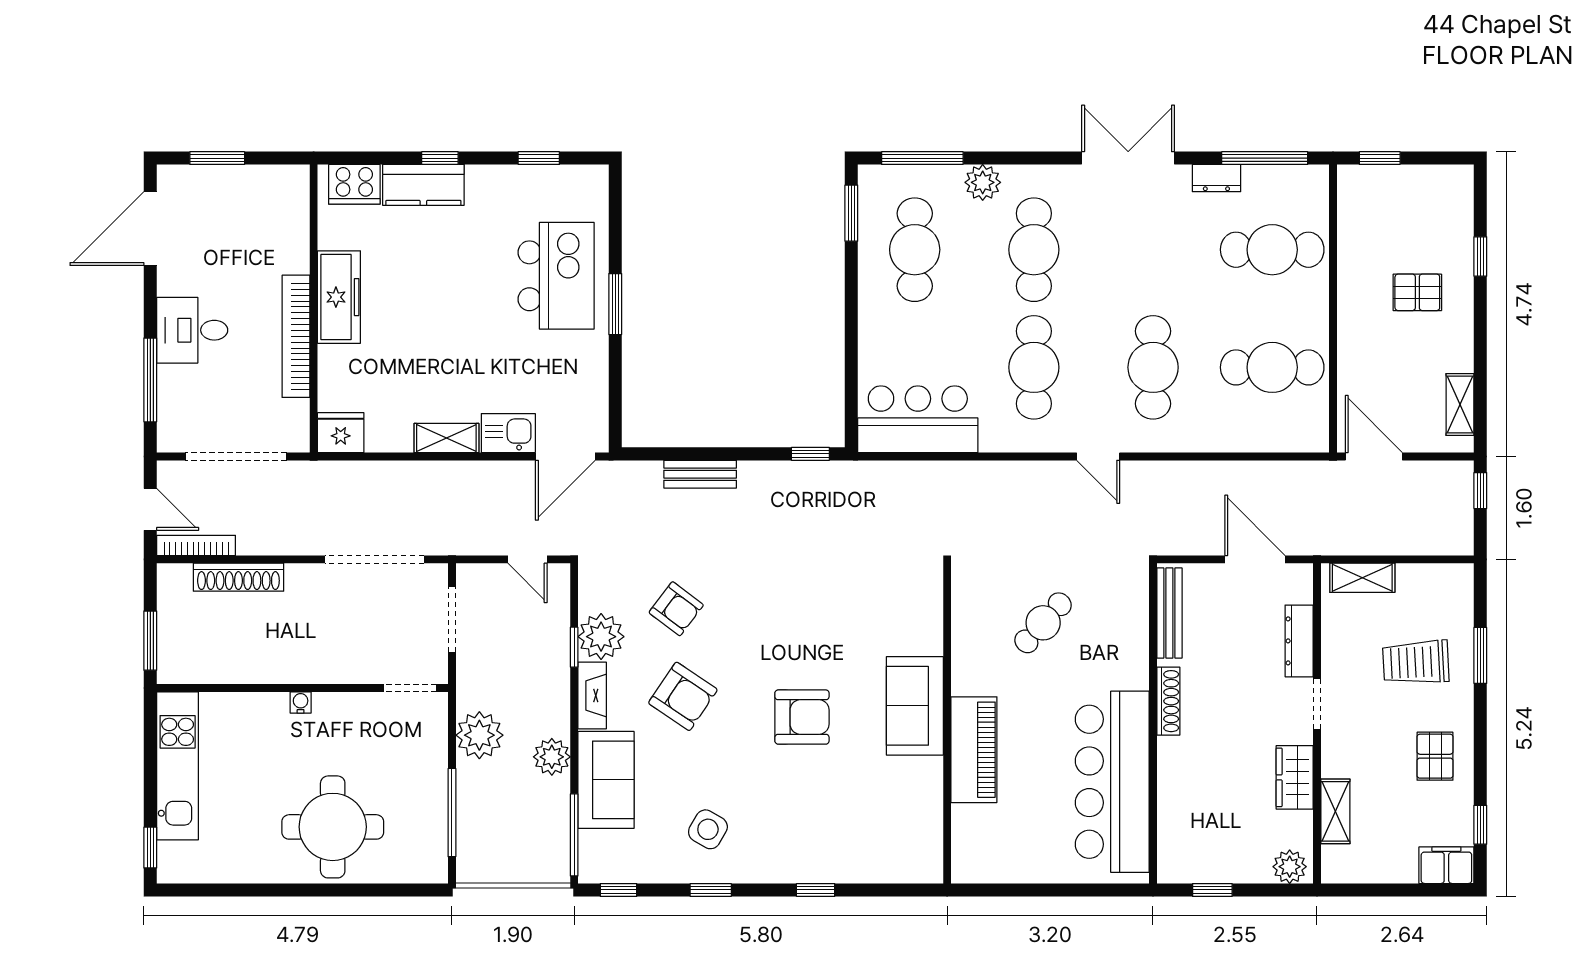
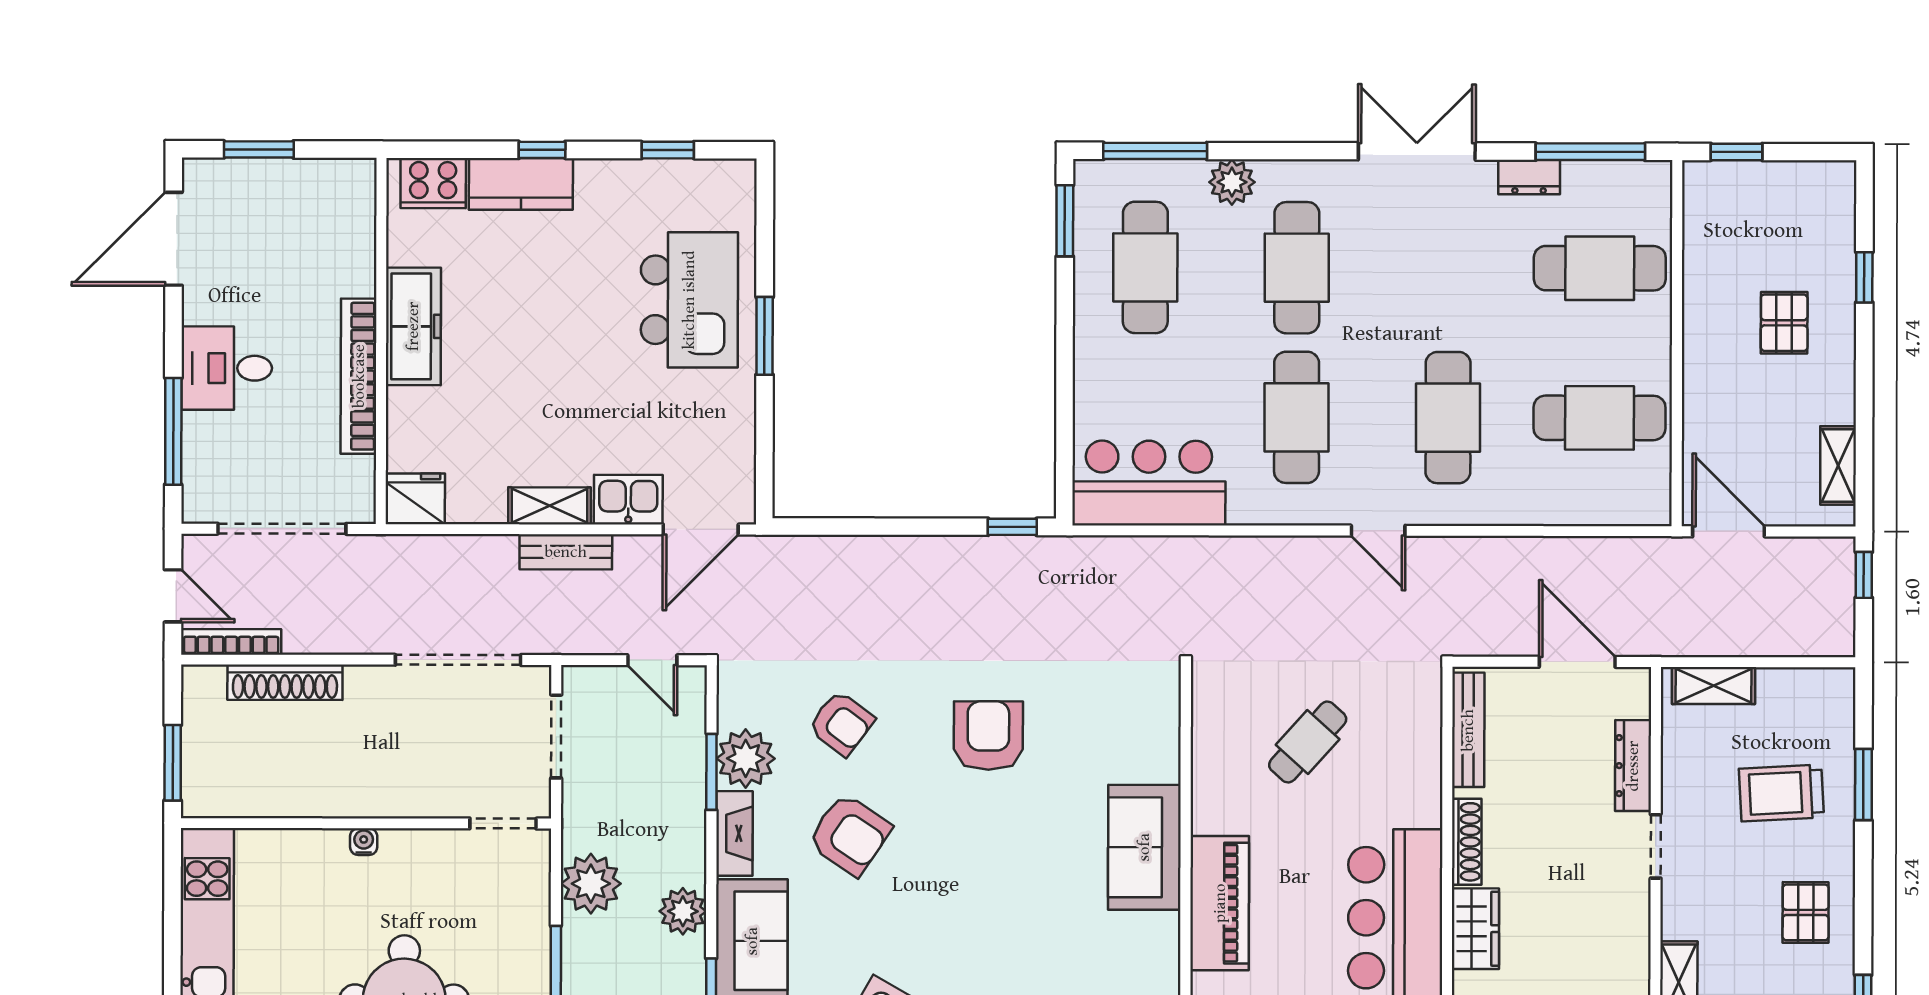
pallet: (1417, 292) -> (1784, 323), turned 90
bench: (700, 474) -> (566, 552), moved
window: (574, 647) -> (711, 772), width x1.50
armchair: (802, 717) -> (988, 736), moved, turned -90
wardrobe: (1295, 777) -> (1475, 929), moved, turned 180

